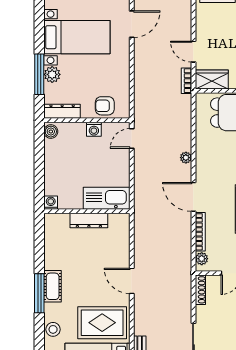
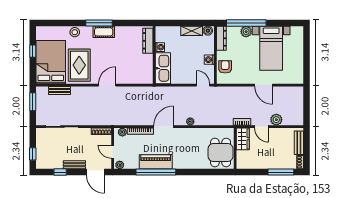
door: (132, 24) -> (264, 85), moved
plant: (183, 30) -> (276, 120), added
door: (193, 52) -> (262, 127), swing flipped
window: (39, 74) -> (246, 23), width x1.46
shelving: (51, 156) -> (192, 31), added
washing machine: (51, 203) -> (160, 47), moved
dresser: (89, 221) -> (148, 41), moved

